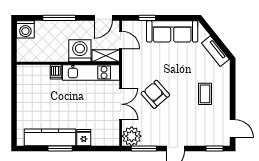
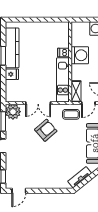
washing machine: (80, 51) -> (80, 55), moved
coffee table: (205, 94) -> (71, 114), moved

